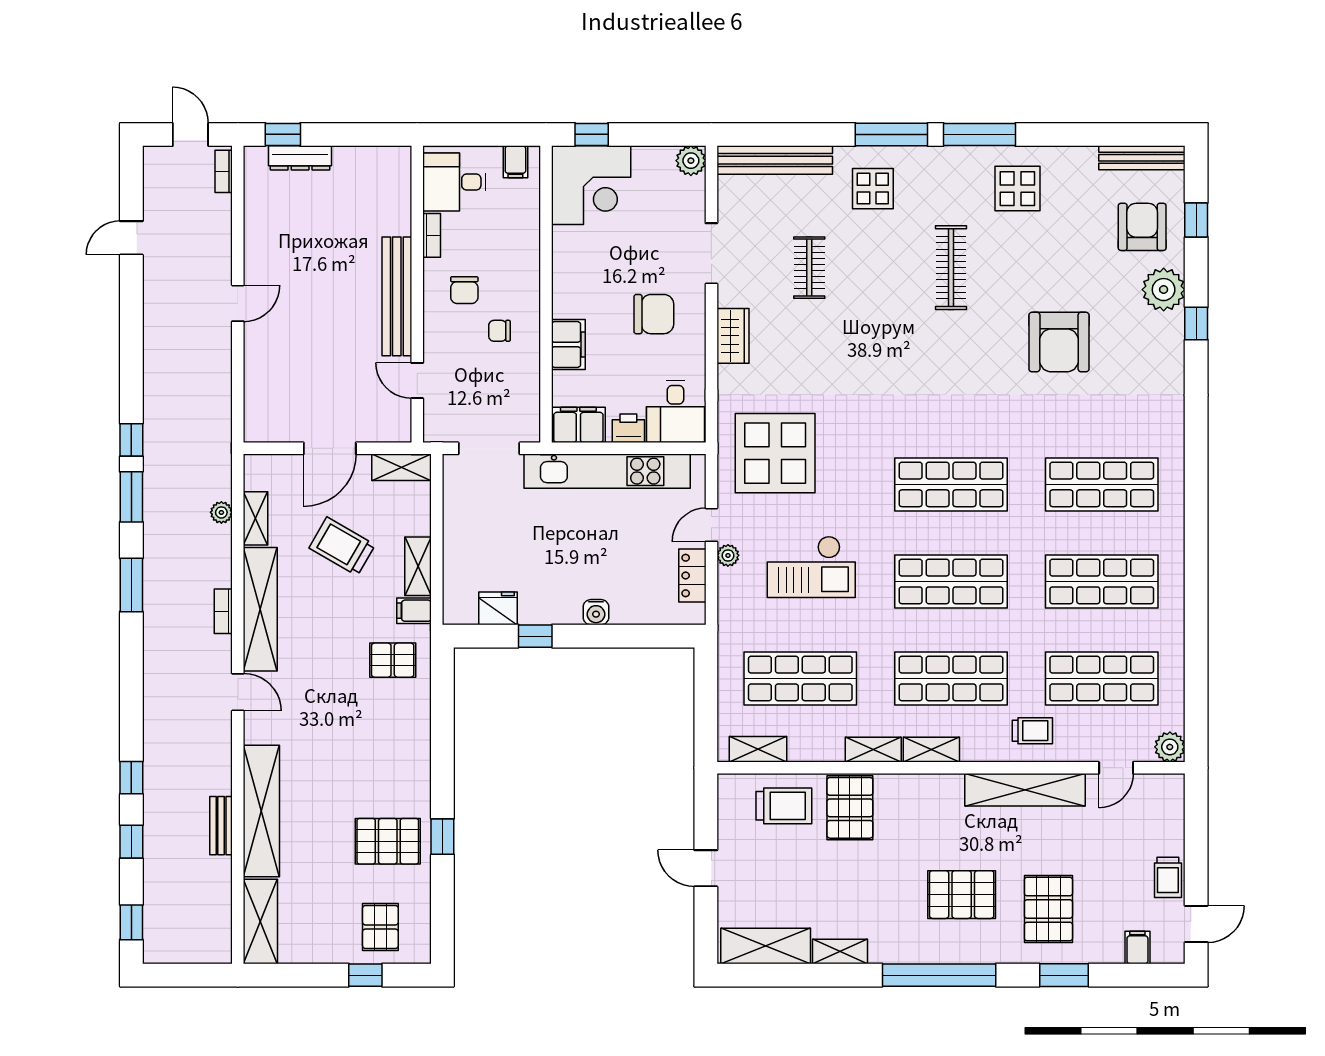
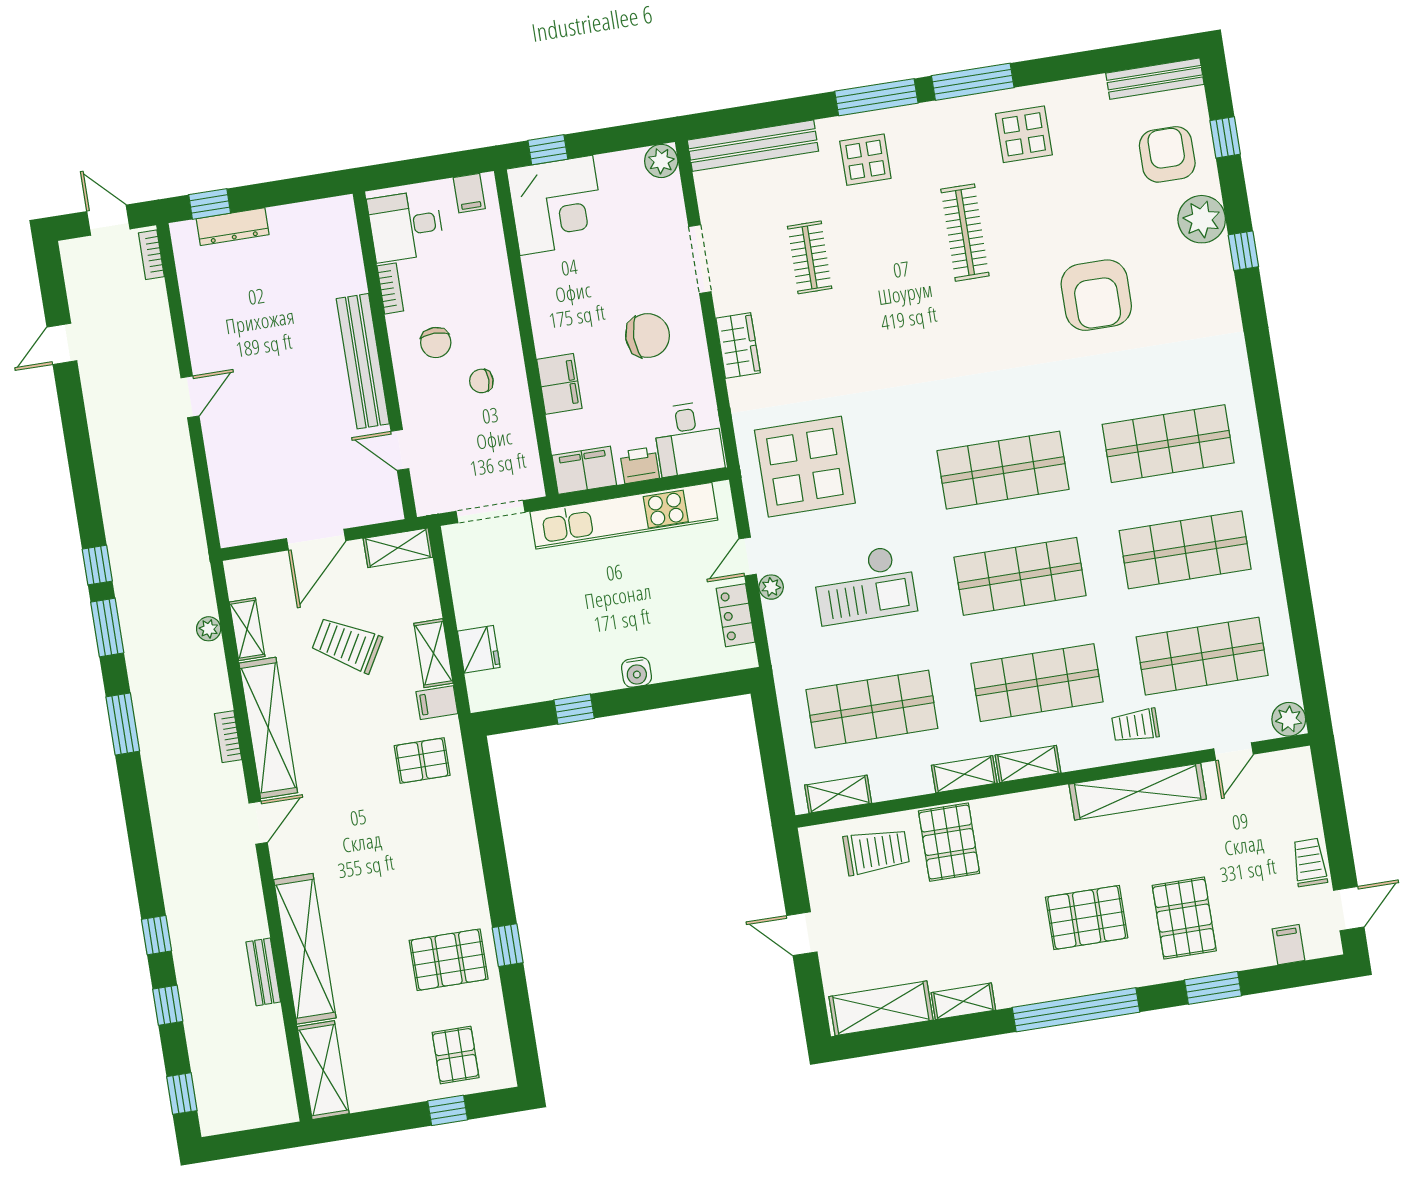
fridge: (498, 608) -> (479, 649), moved, turned 90
door: (238, 692) -> (258, 823), hinge flipped
trolley: (1032, 731) -> (1135, 726), turned 180
trolley: (1168, 877) -> (1310, 862), turned 180

